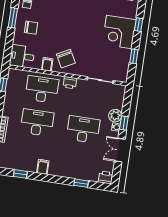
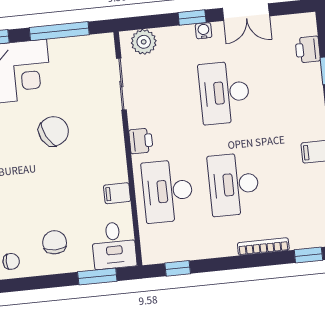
window: (13, 18) -> (97, 277), moved
window: (134, 56) -> (59, 31), width x2.17
chair: (66, 59) -> (54, 131), moved
plant: (115, 116) -> (144, 42), moved
printer: (105, 177) -> (308, 49), moved

